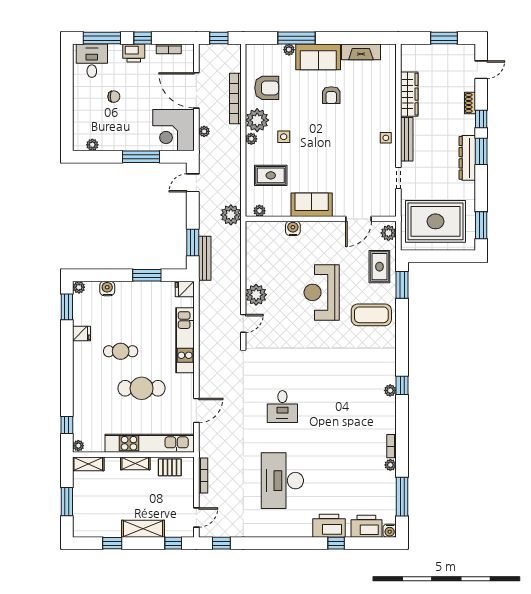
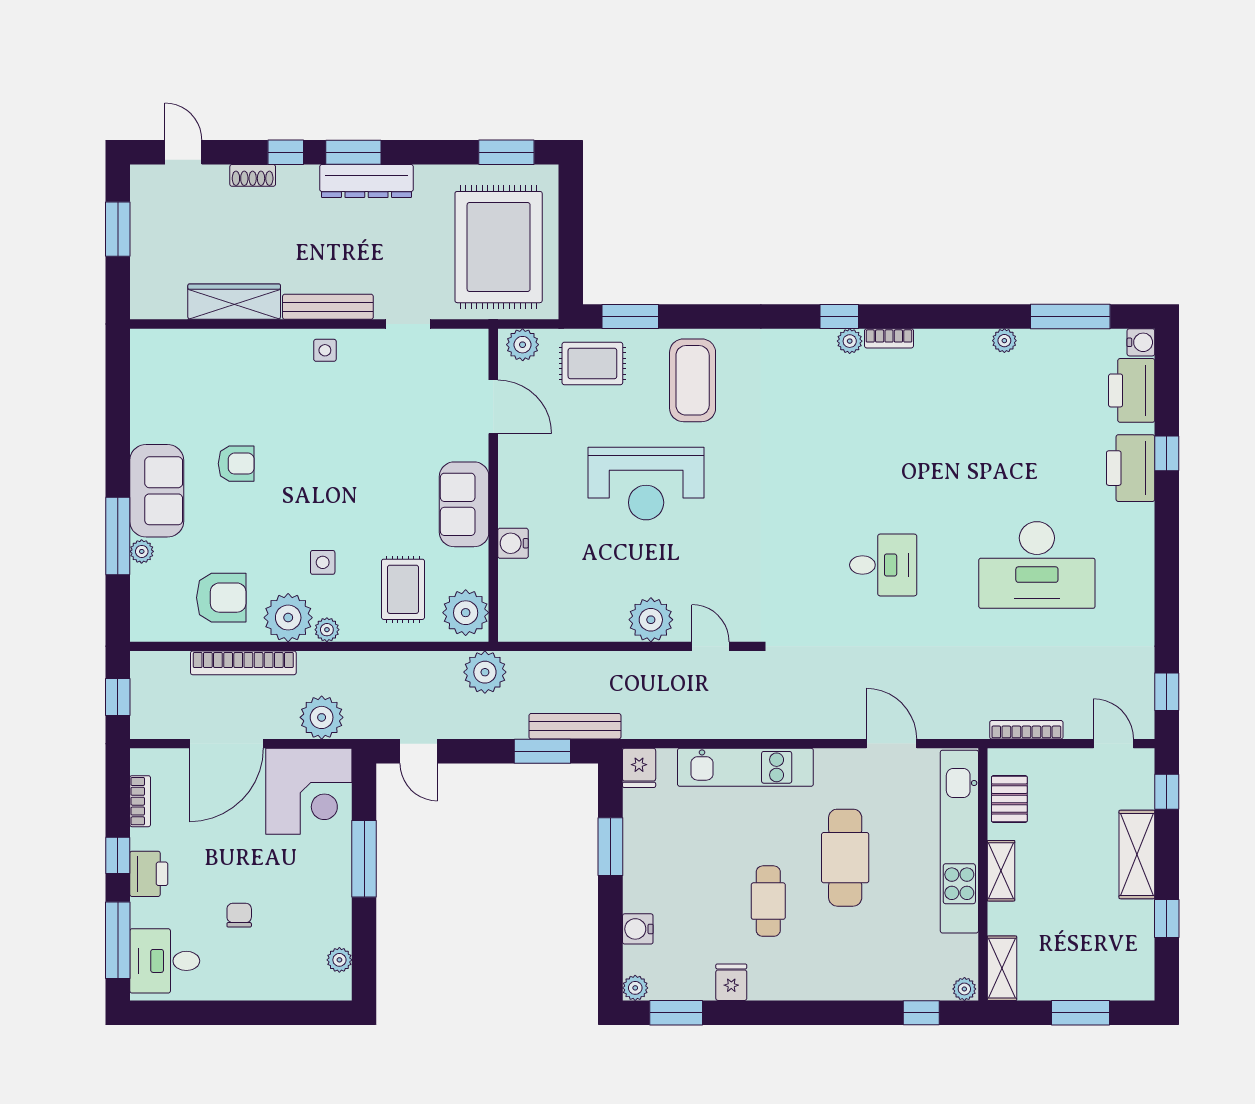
fireplace: (361, 52) -> (146, 402), removed
armchair: (267, 88) -> (221, 598), turned 90
plant: (204, 131) -> (322, 717), width x1.88, depth x1.88
plant: (259, 211) -> (466, 613), width x1.88, depth x1.88
bookcase: (392, 446) -> (889, 338), moved

